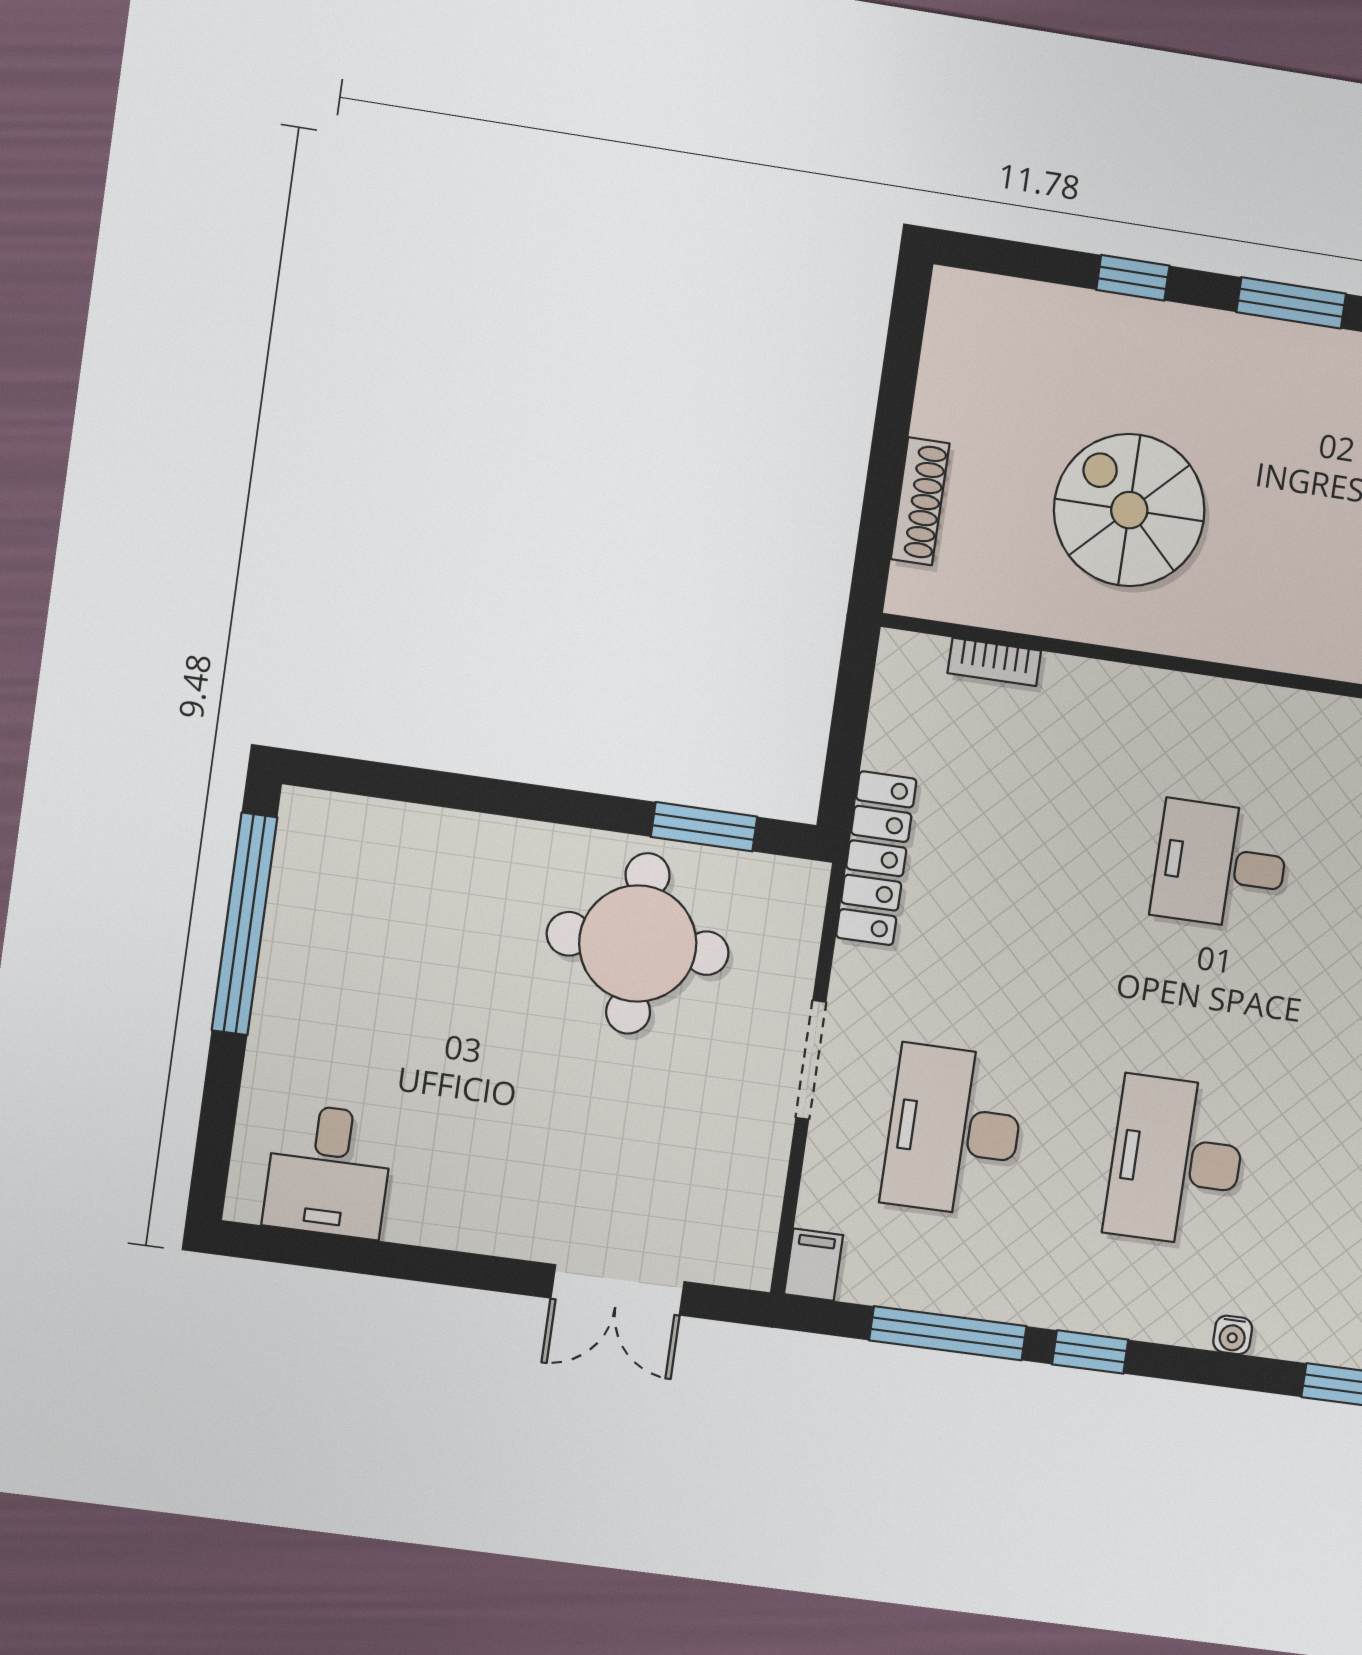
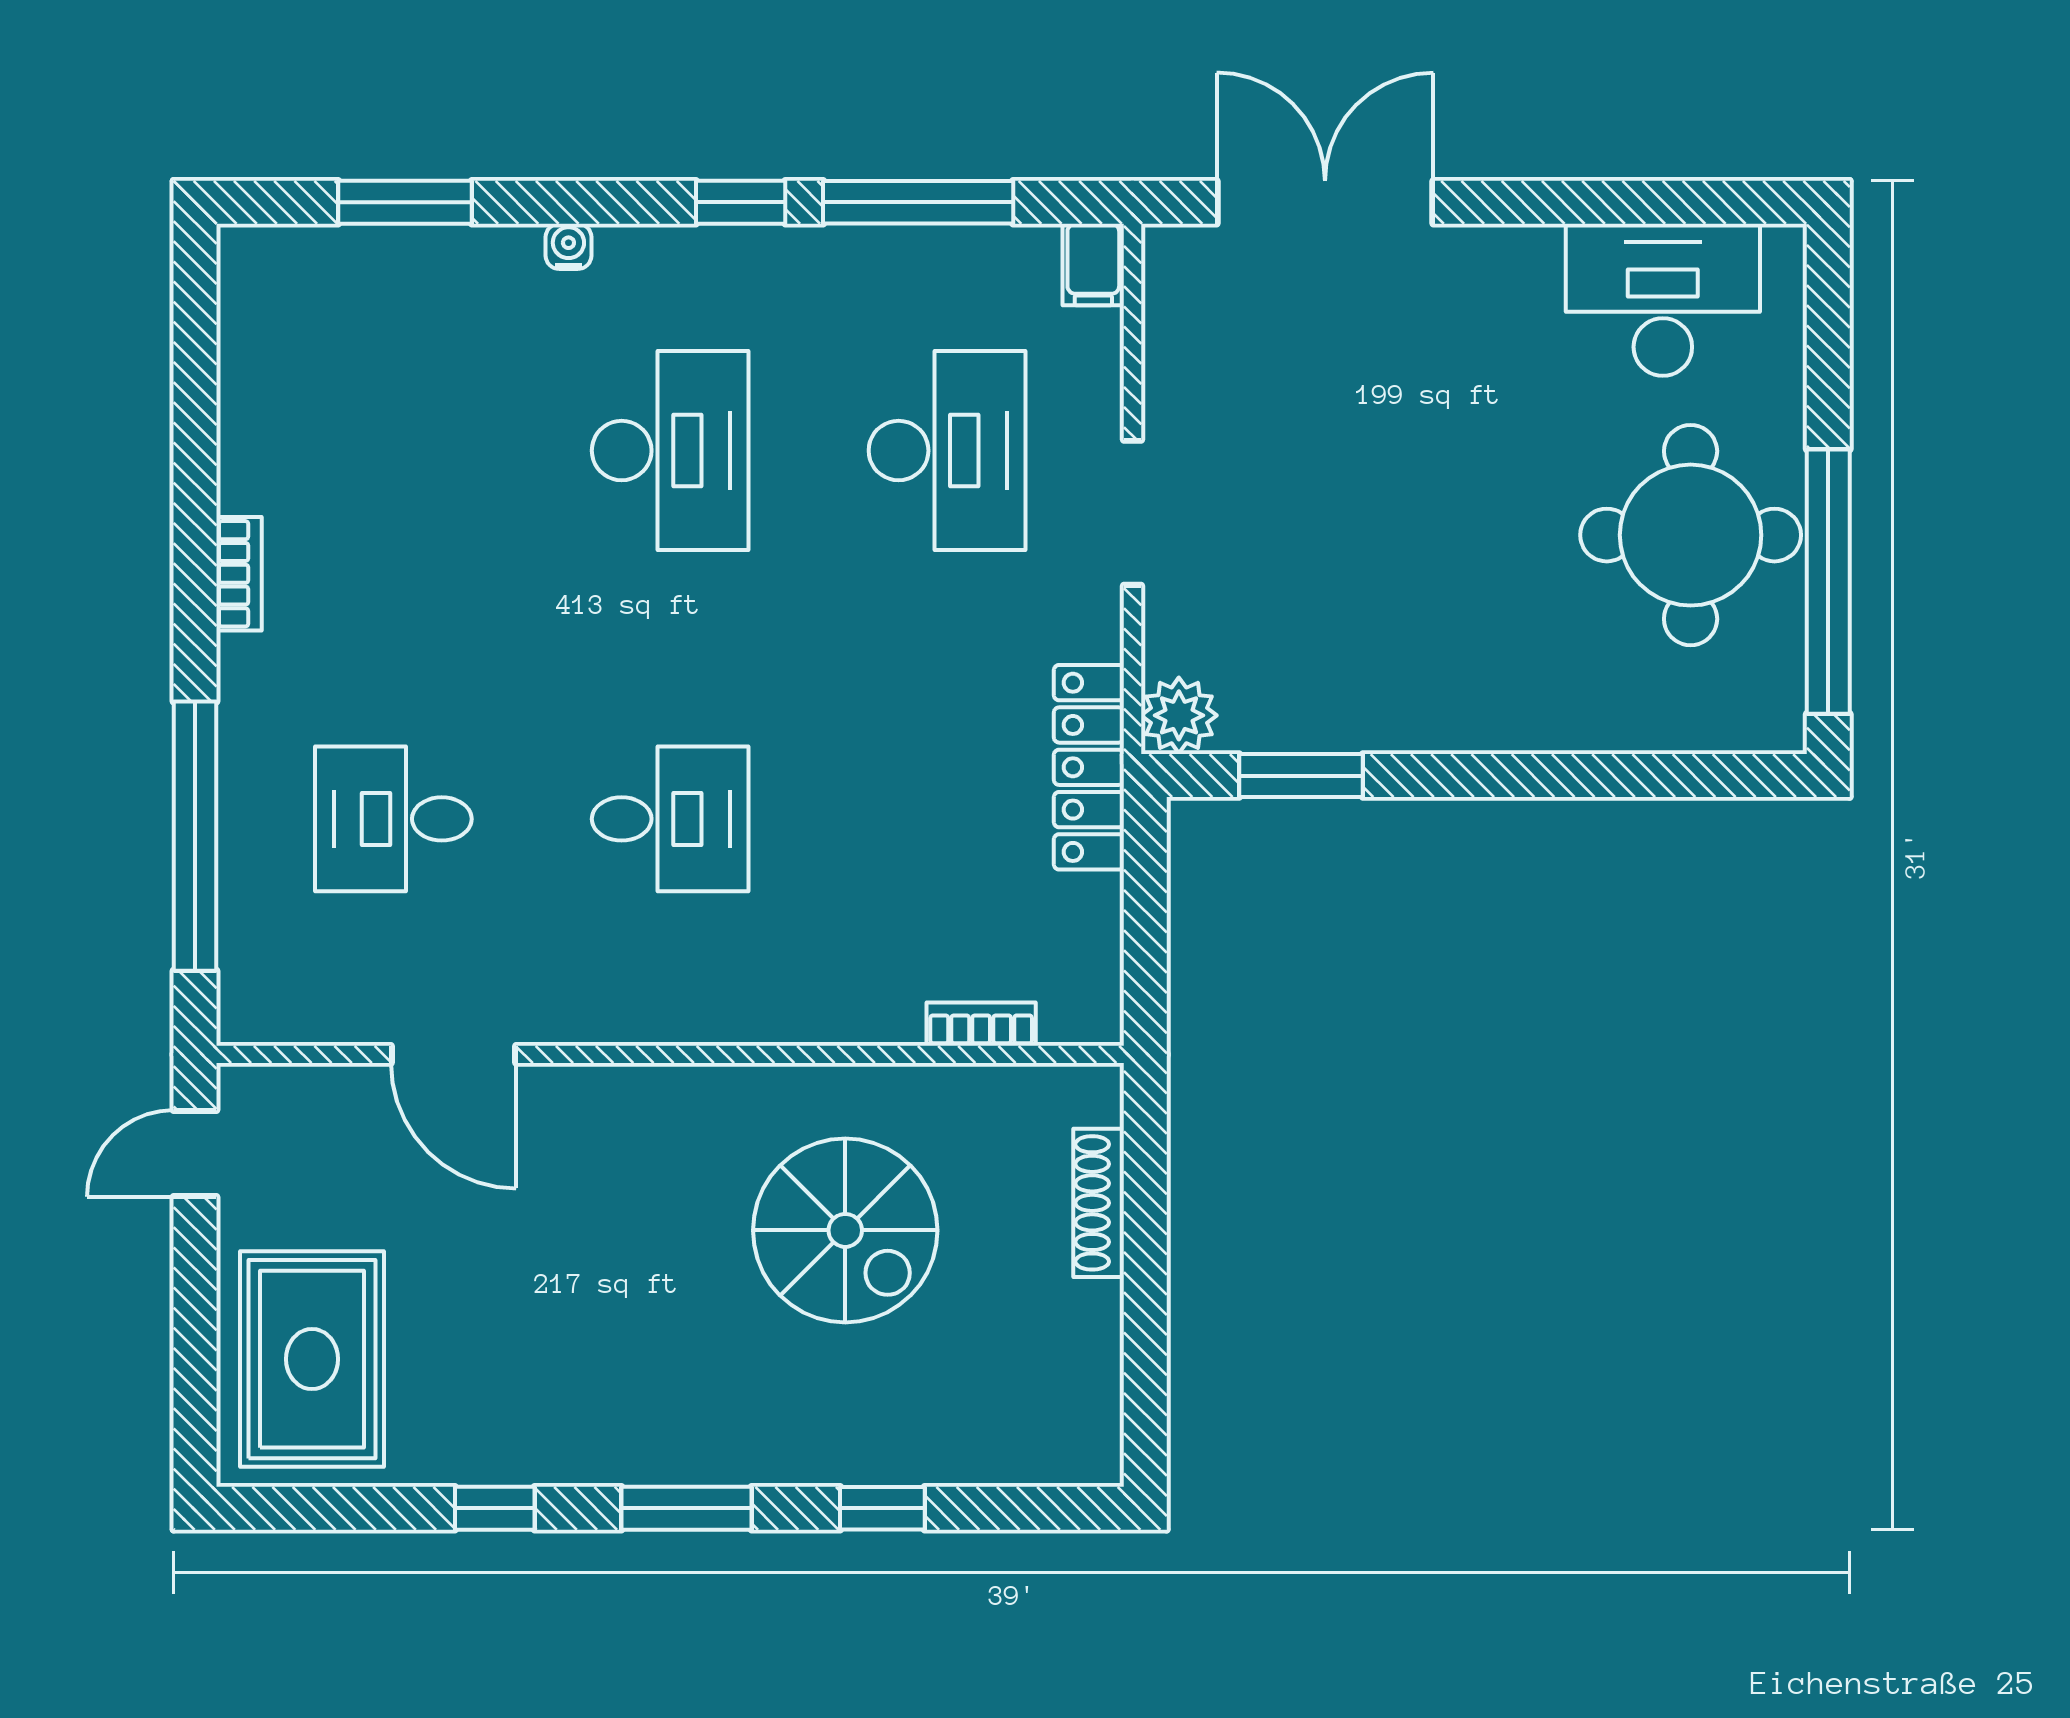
plant: (797, 890) -> (1179, 715), added
round table: (638, 944) -> (1691, 535), moved
desk: (329, 1171) -> (1663, 300), width x1.37
double door: (618, 1290) -> (1325, 202), width x1.37

